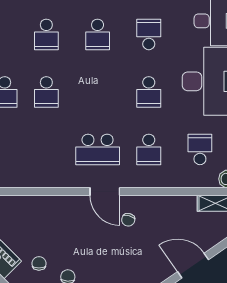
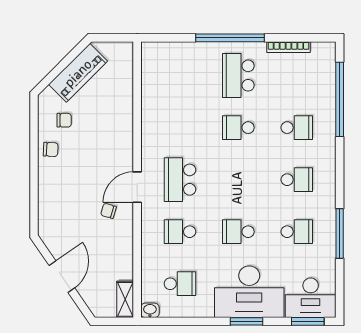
school desk: (46, 34) -> (297, 128), turned 180
school desk: (98, 34) -> (297, 180), turned 180

